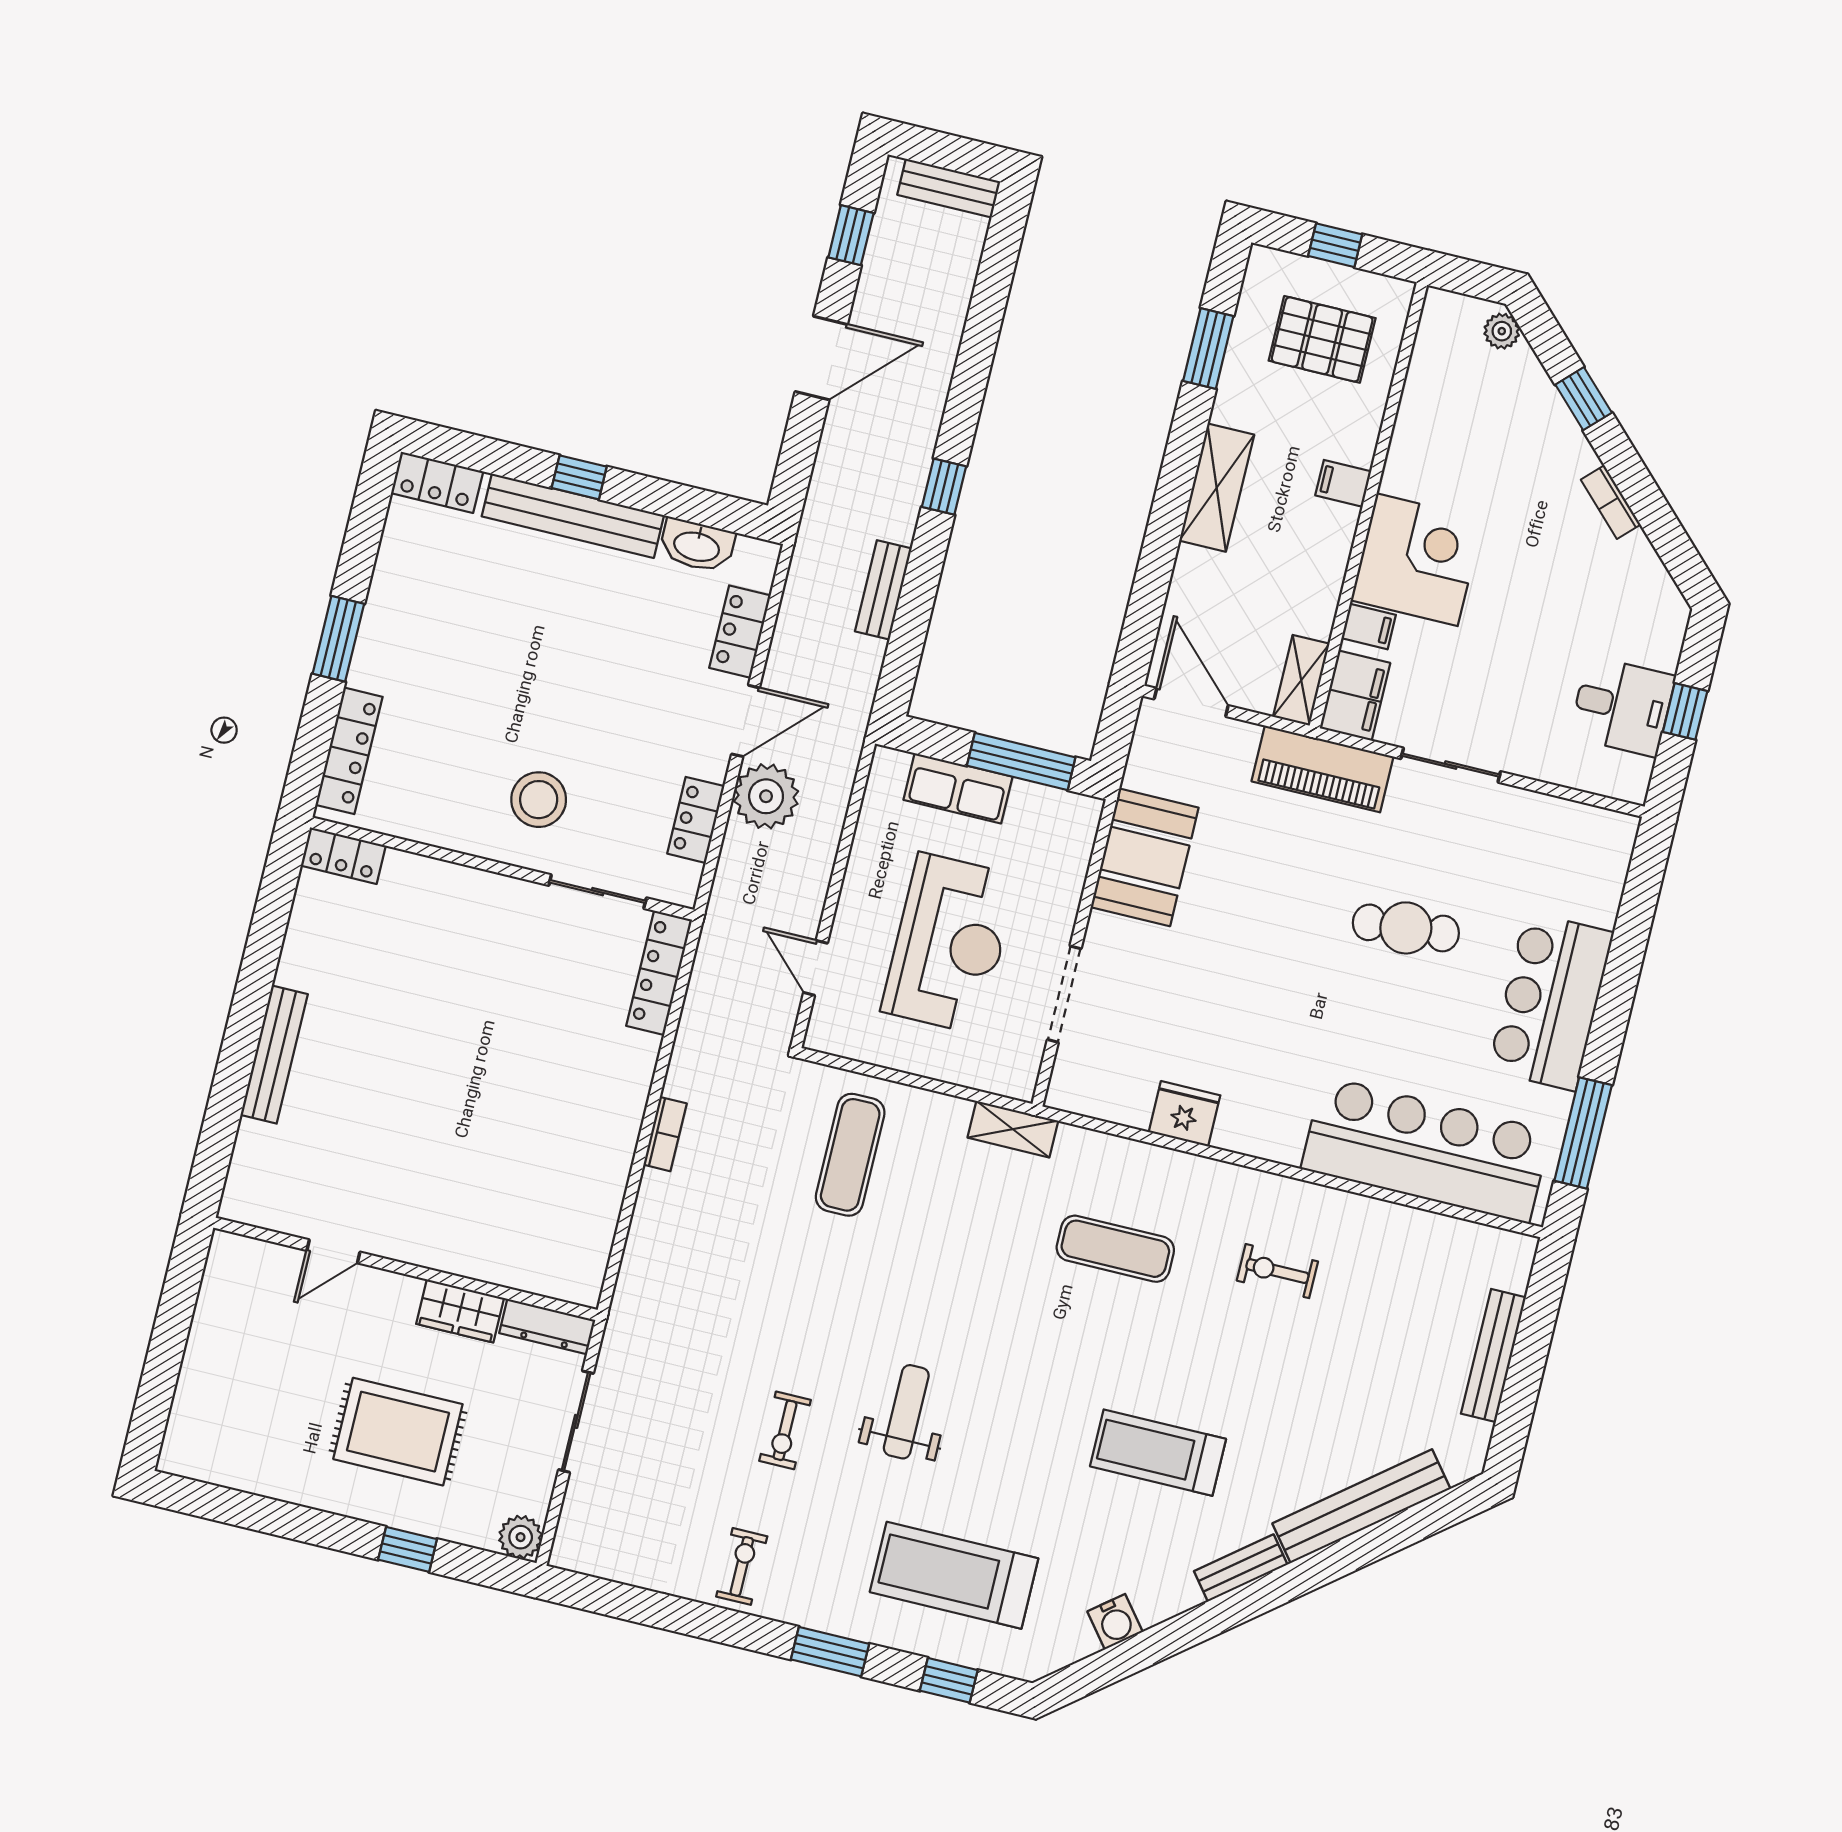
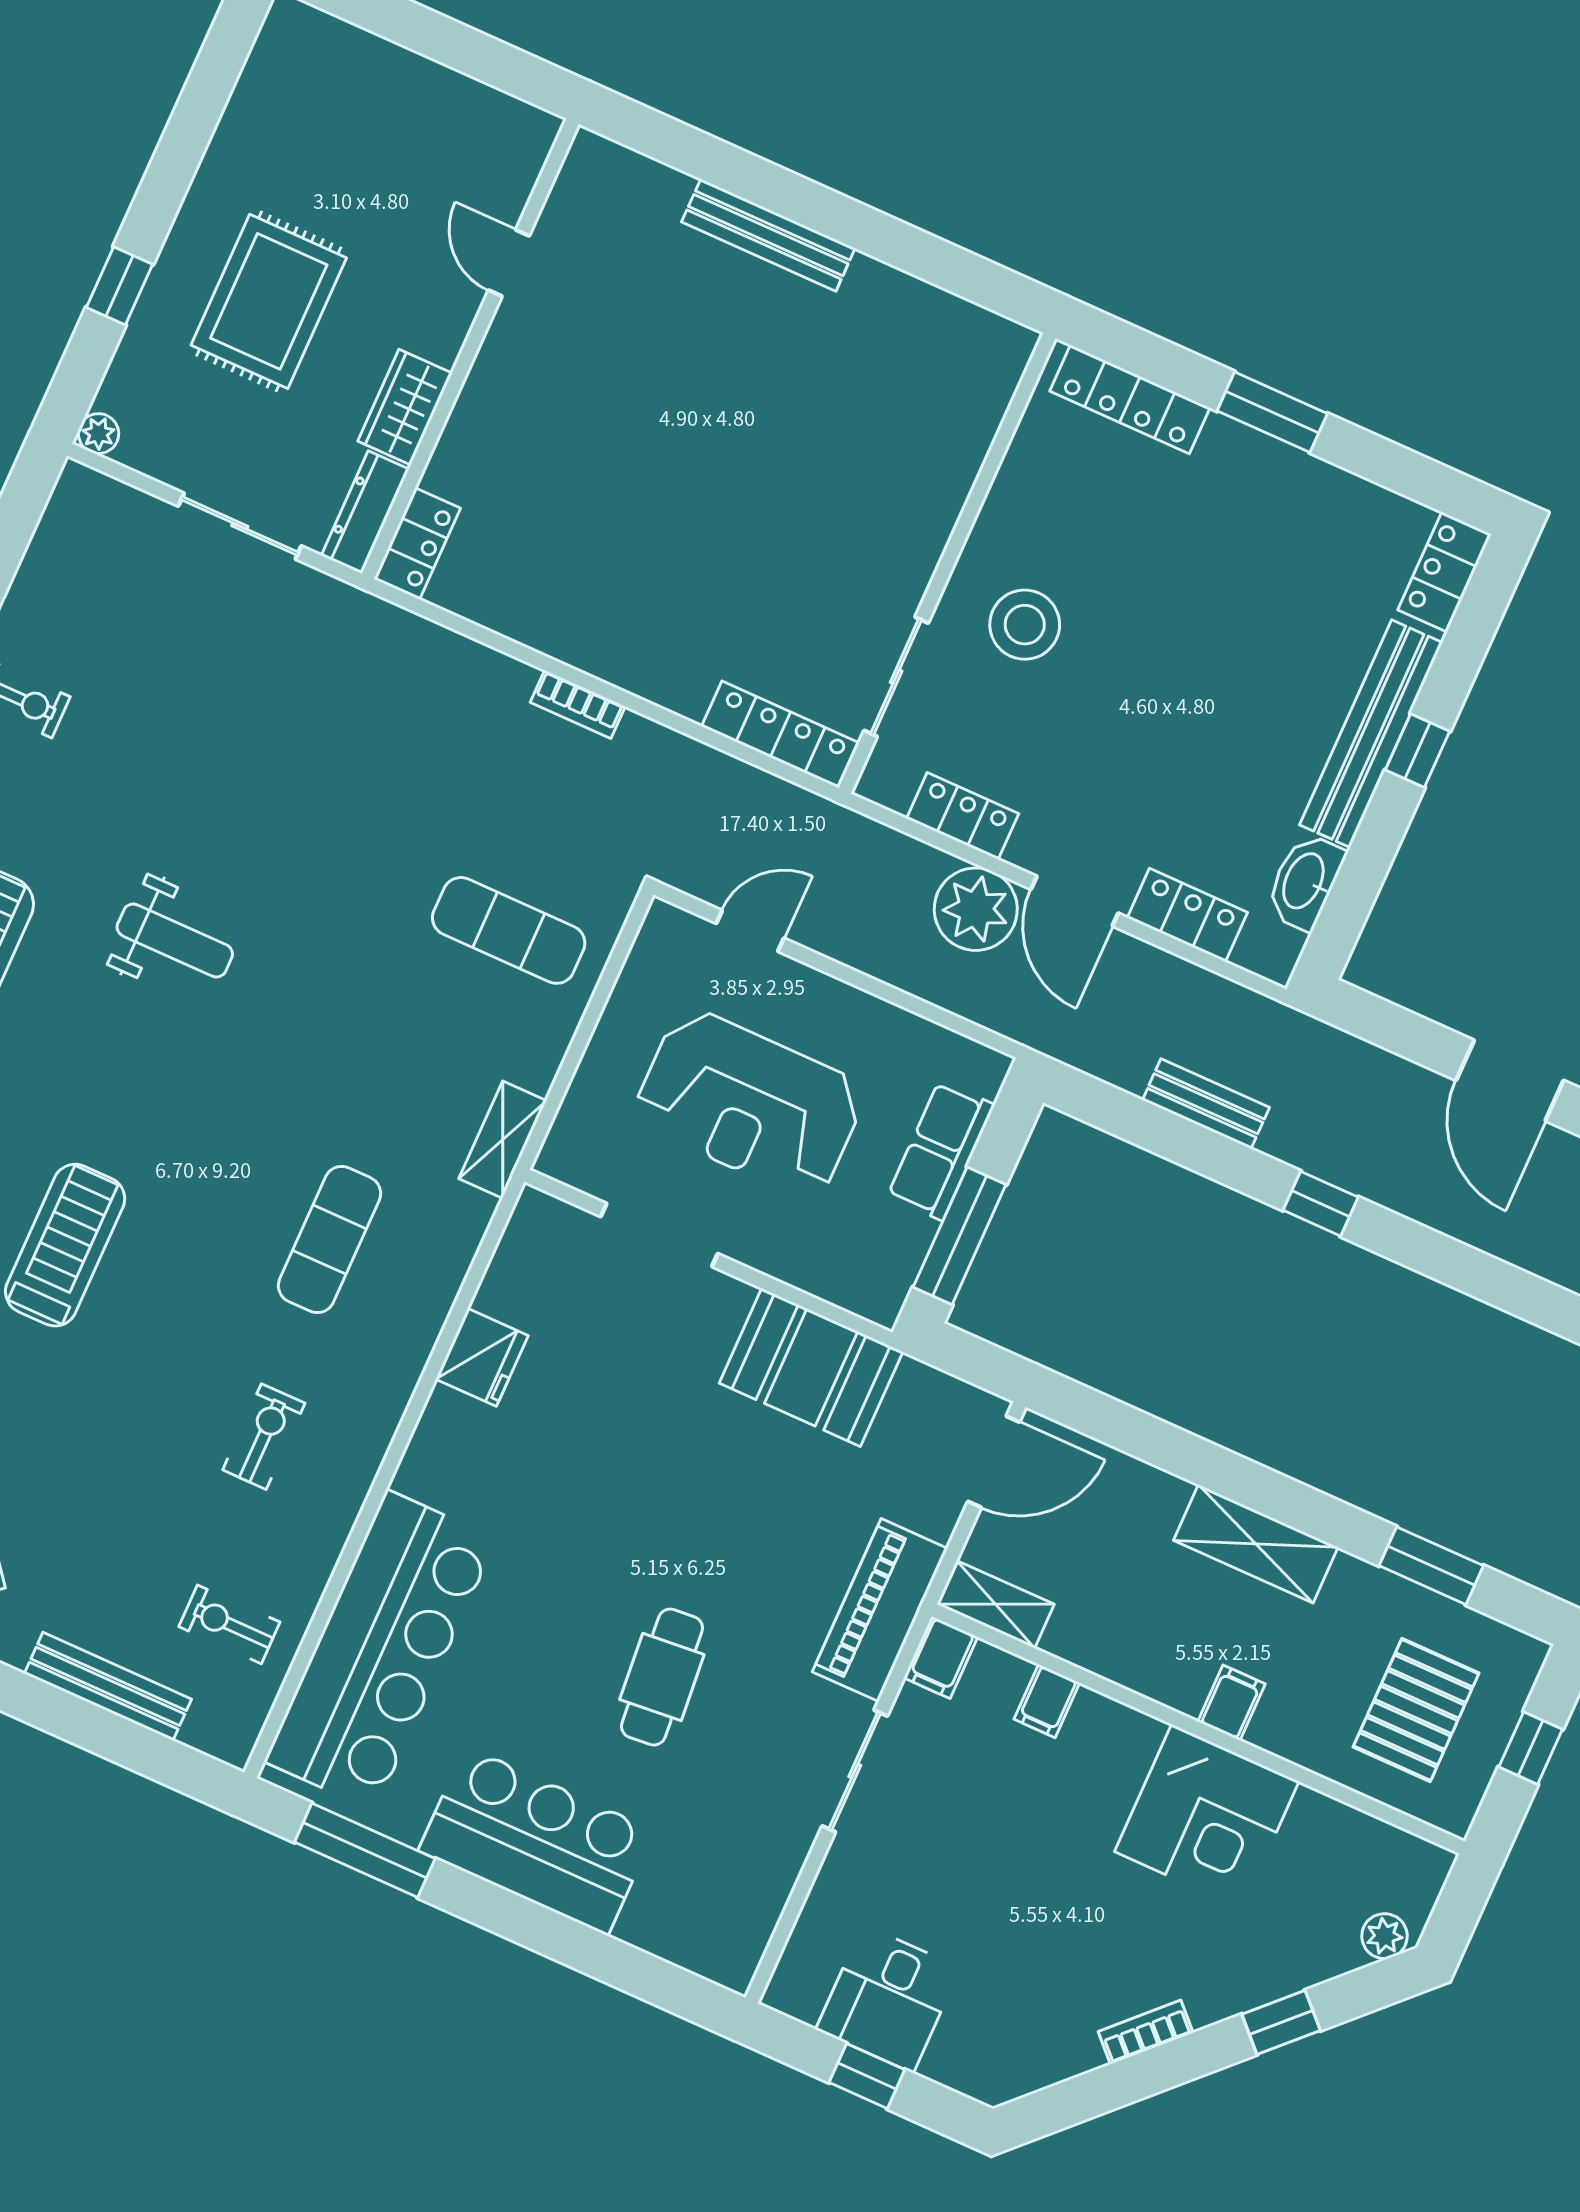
corner desk: (1417, 560) -> (1207, 1816), moved
filing cabinet: (1355, 696) -> (941, 1657), width x0.50
locker: (343, 856) -> (417, 543), moved, turned 180
exercise bike: (785, 1430) -> (229, 1624), moved
plant: (521, 1537) -> (99, 434), width x0.73, depth x0.73

